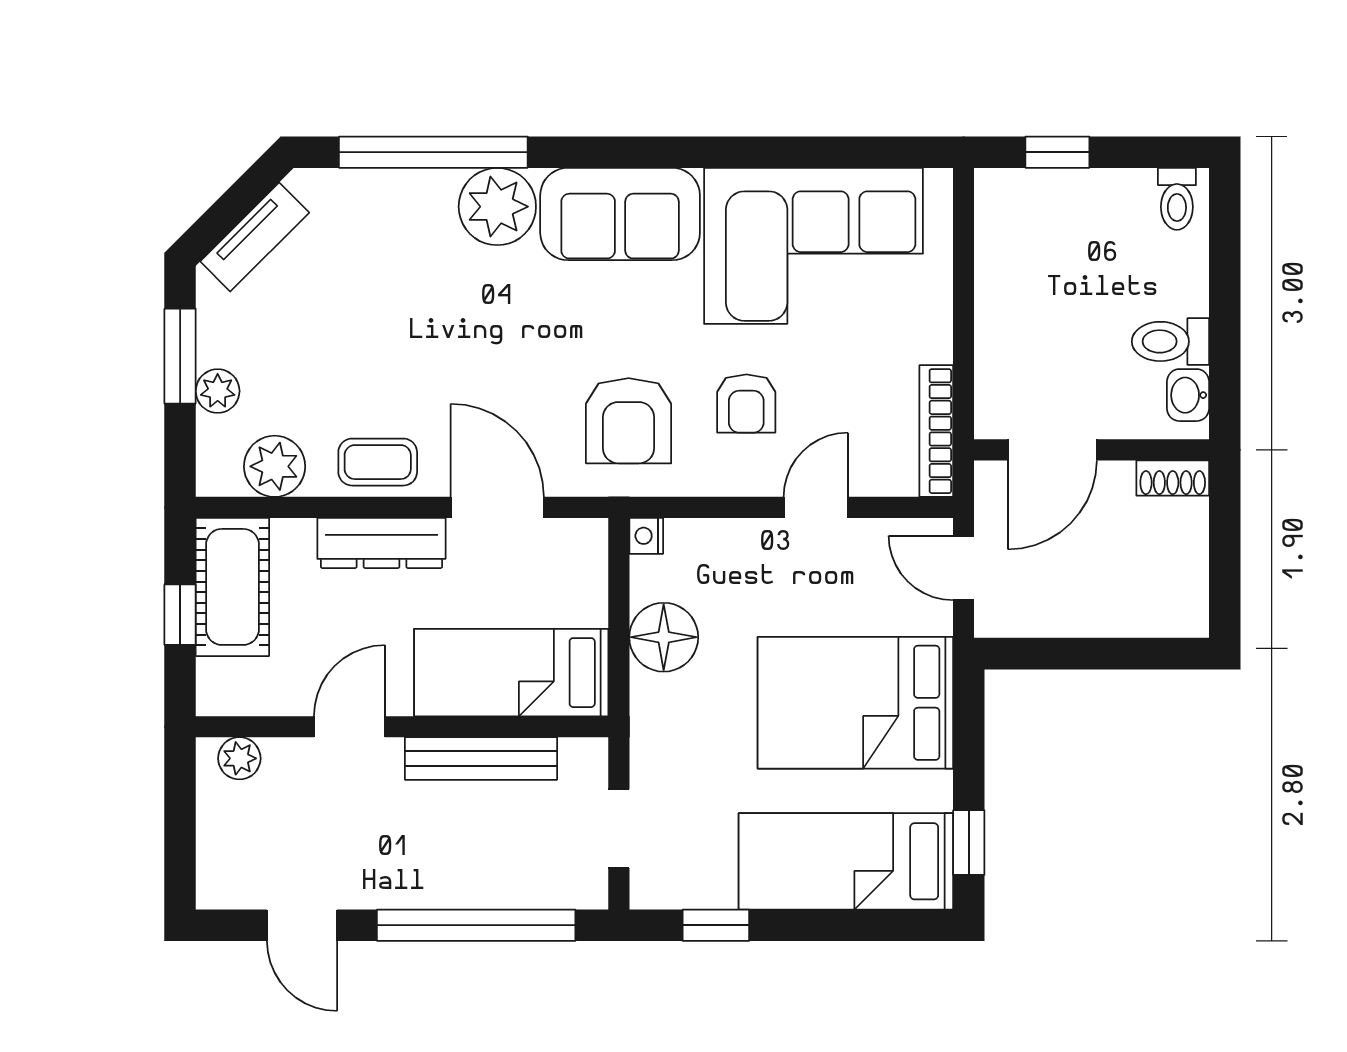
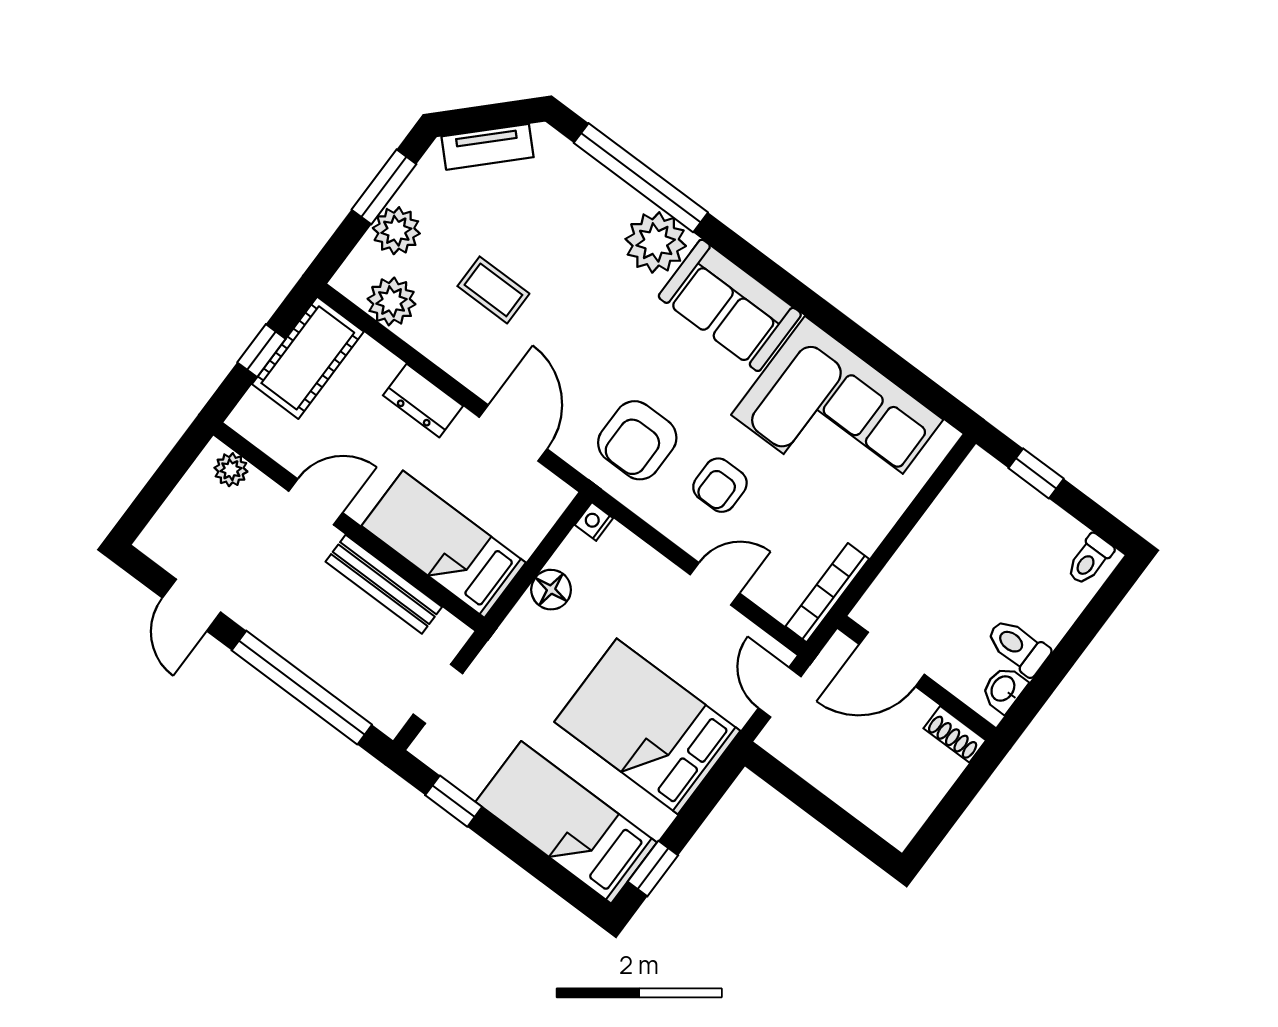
plant: (218, 391) -> (396, 231), width x1.38, depth x1.38
coffee table: (378, 462) -> (493, 290), moved
dresser: (381, 543) -> (423, 401), width x0.70
floor lamp: (664, 637) -> (551, 590), width x0.73, depth x0.73

